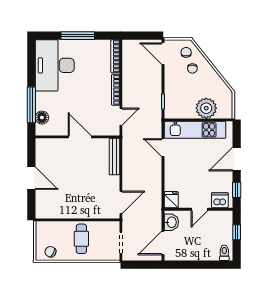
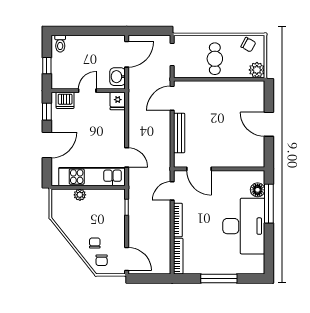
desk: (55, 65) -> (244, 226), moved
plant: (206, 108) -> (80, 195), width x0.53, depth x0.53
door: (80, 137) -> (199, 169), moved
bench: (114, 157) -> (179, 133), moved
plant: (43, 228) -> (257, 70), added

